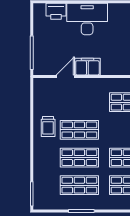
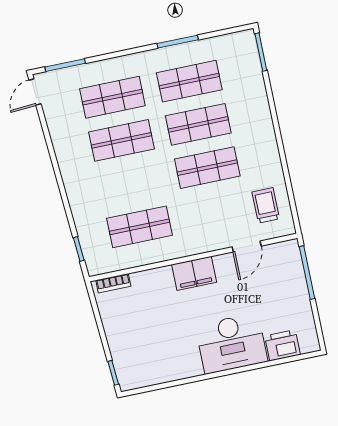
filing cabinet: (87, 67) -> (194, 273), moved
trolley: (48, 126) -> (266, 205), moved

